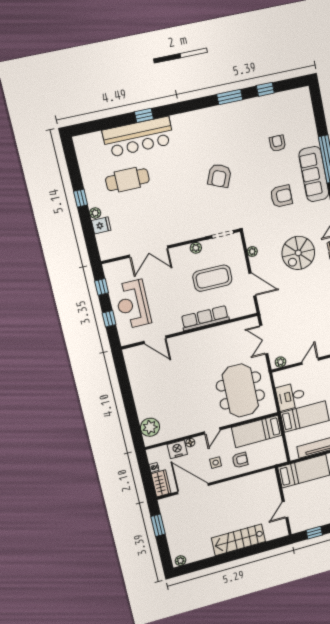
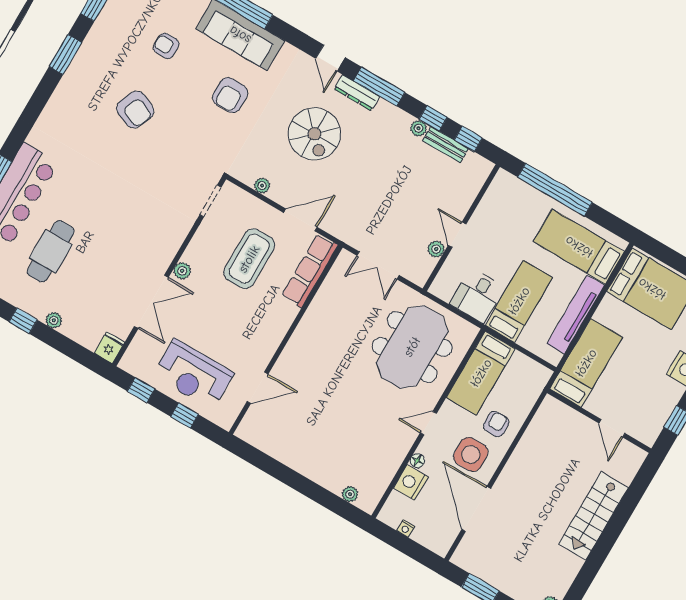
armchair: (219, 176) -> (135, 110), moved
armchair: (281, 196) -> (230, 95), turned 180
fridge: (101, 225) -> (109, 348), moved
plant: (196, 248) -> (182, 271), moved
row of seats: (205, 318) -> (310, 271), moved
plant: (280, 362) -> (436, 249), moved
meeting table: (240, 390) -> (412, 347), turned 90
plant: (150, 427) -> (350, 494), width x0.53, depth x0.53
door: (212, 431) -> (428, 423), swing flipped
side table: (216, 463) -> (471, 454), width x1.87, depth x1.87
wardrobe: (161, 483) -> (433, 538), removed
door: (193, 489) -> (476, 509), hinge flipped

